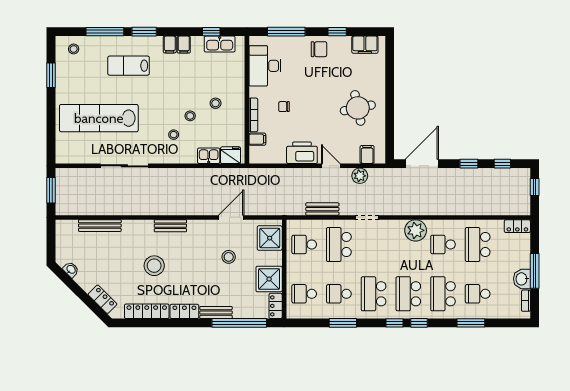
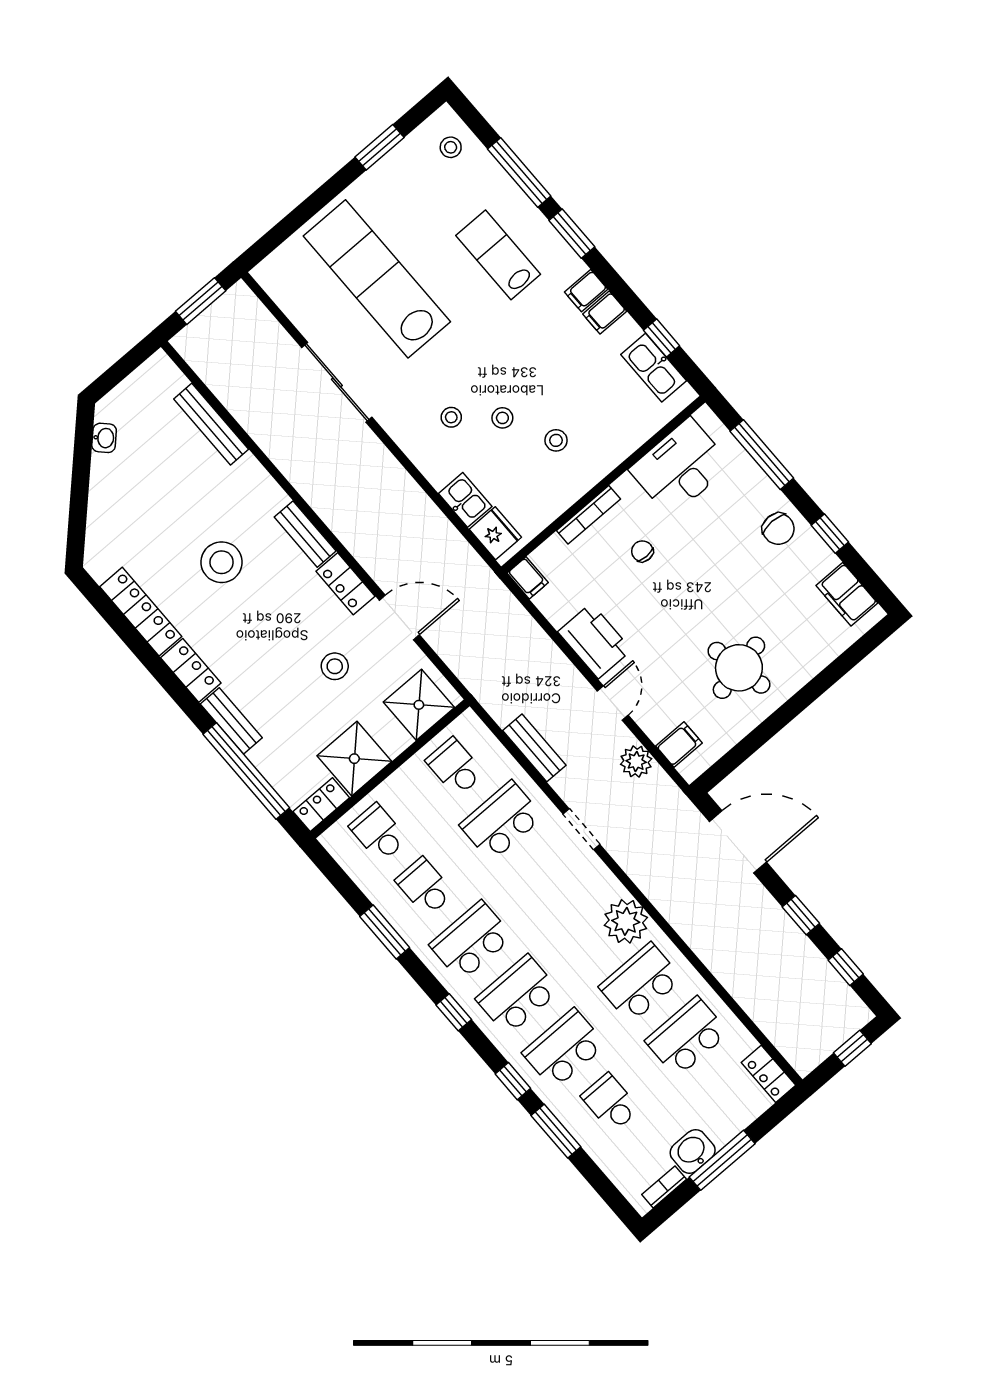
filing cabinet: (257, 139) -> (528, 578), moved
school desk: (443, 244) -> (641, 983), width x1.85
locker: (103, 299) -> (345, 584), moved, turned 135
window: (419, 323) -> (513, 1081), moved

